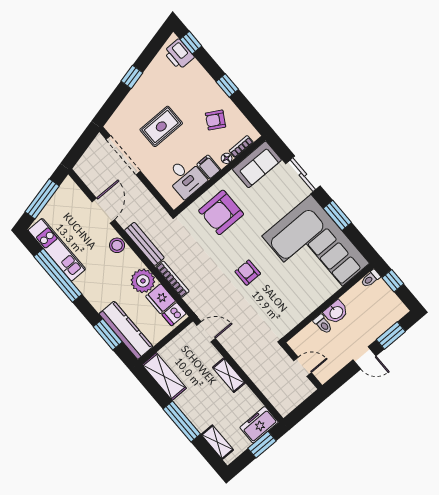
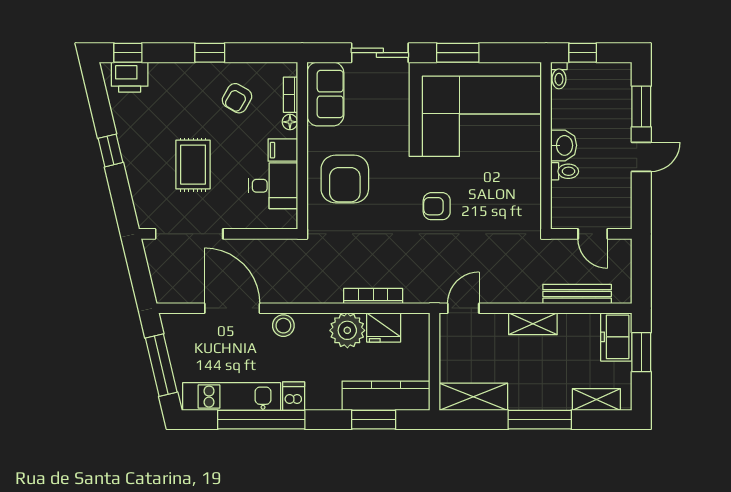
door: (103, 211) -> (232, 308), width x1.36
bench: (144, 244) -> (577, 294), moved
dishwasher: (174, 314) -> (294, 396), moved, turned 180
door: (303, 367) -> (593, 234), swing flipped

